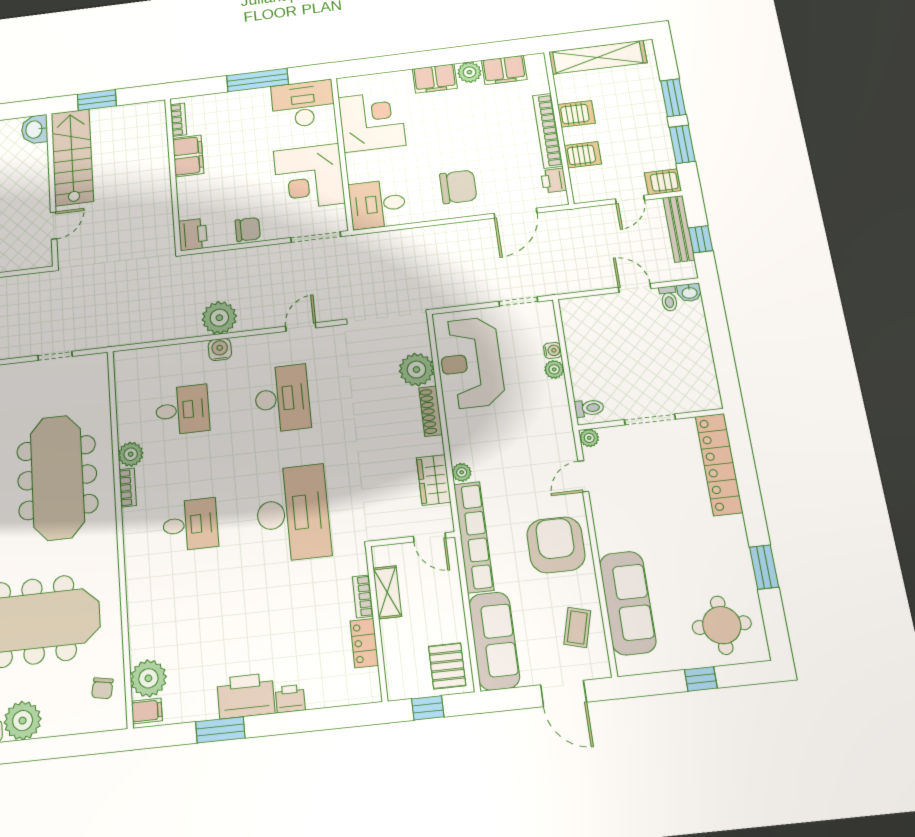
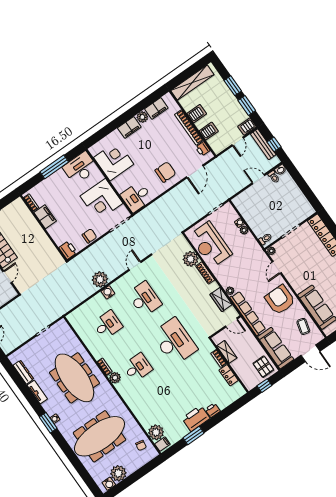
plant: (131, 454) -> (115, 378), moved

